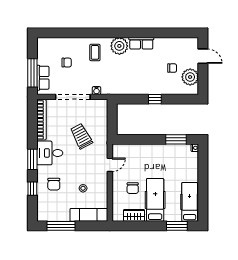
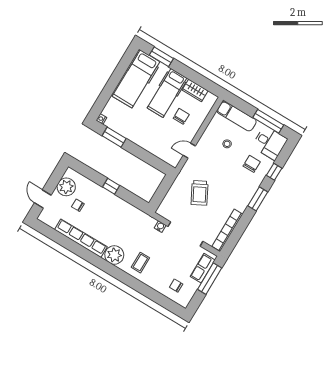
row of seats: (141, 43) -> (81, 238), width x2.02
chair: (67, 63) -> (176, 286), moved
desk: (50, 153) -> (270, 143), moved
hospital bed: (190, 202) -> (136, 79), width x1.37, depth x1.29

